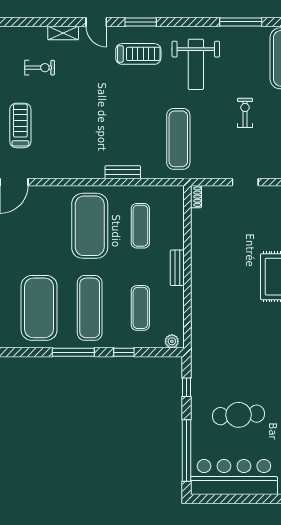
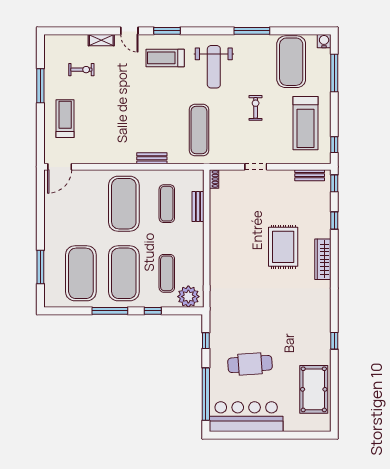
treadmill: (138, 54) -> (165, 58), turned 180
bench: (177, 268) -> (198, 206), moved
exercise mat: (90, 308) -> (124, 273), width x1.47
plant: (172, 341) -> (188, 297), width x1.88, depth x1.88

